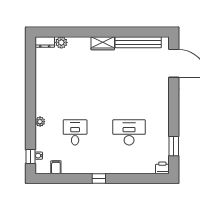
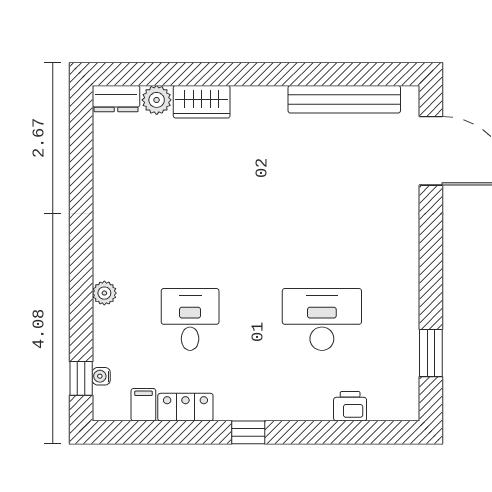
wardrobe: (103, 43) -> (202, 102), moved
locker: (73, 168) -> (185, 407), added
printer: (162, 168) -> (350, 406), moved

